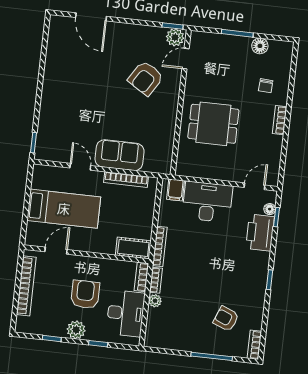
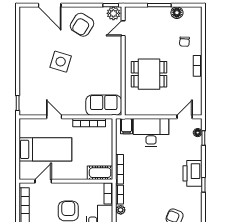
armchair: (146, 78) -> (82, 25), moved
side table: (97, 94) -> (61, 62), added
sofa: (120, 155) -> (104, 105), moved
printer: (260, 233) -> (193, 173), moved

